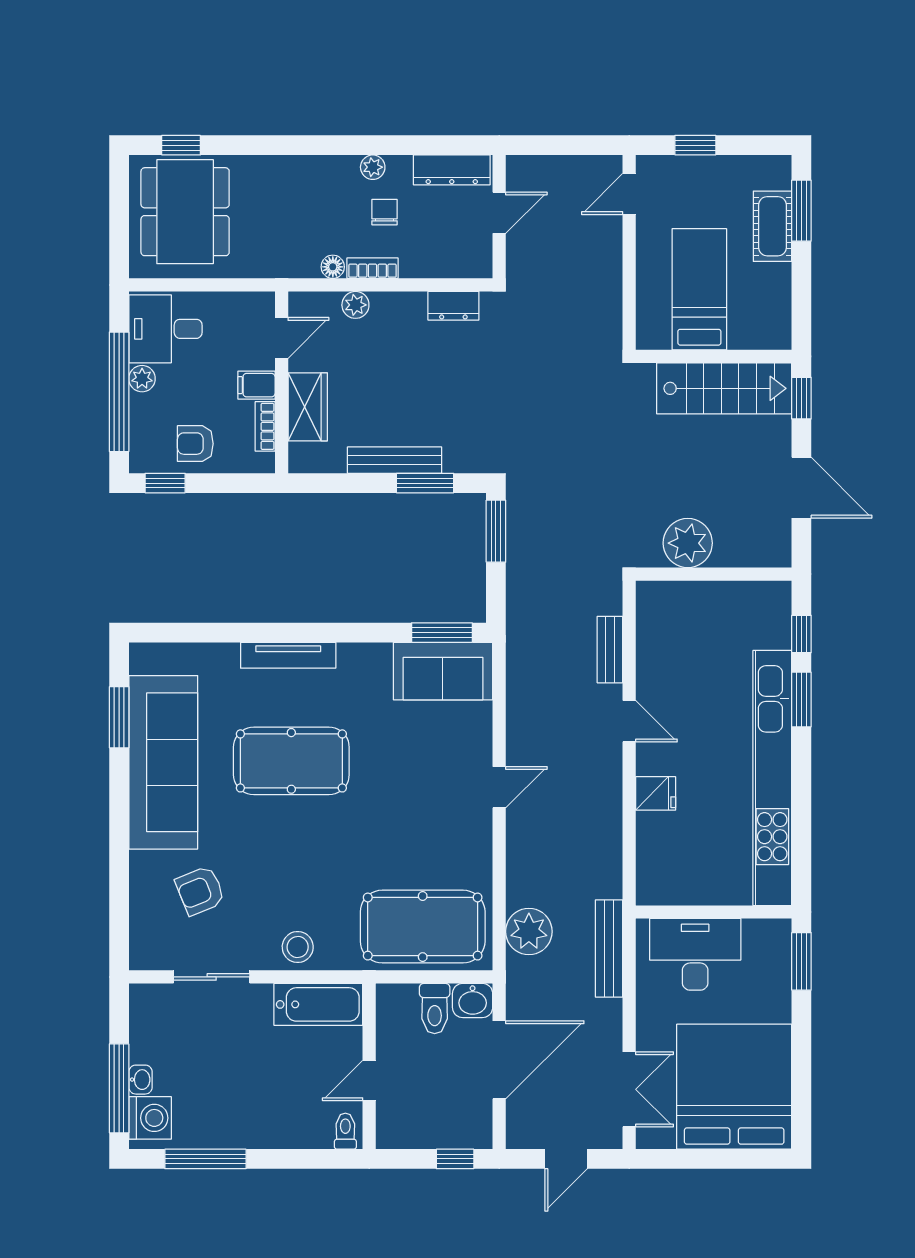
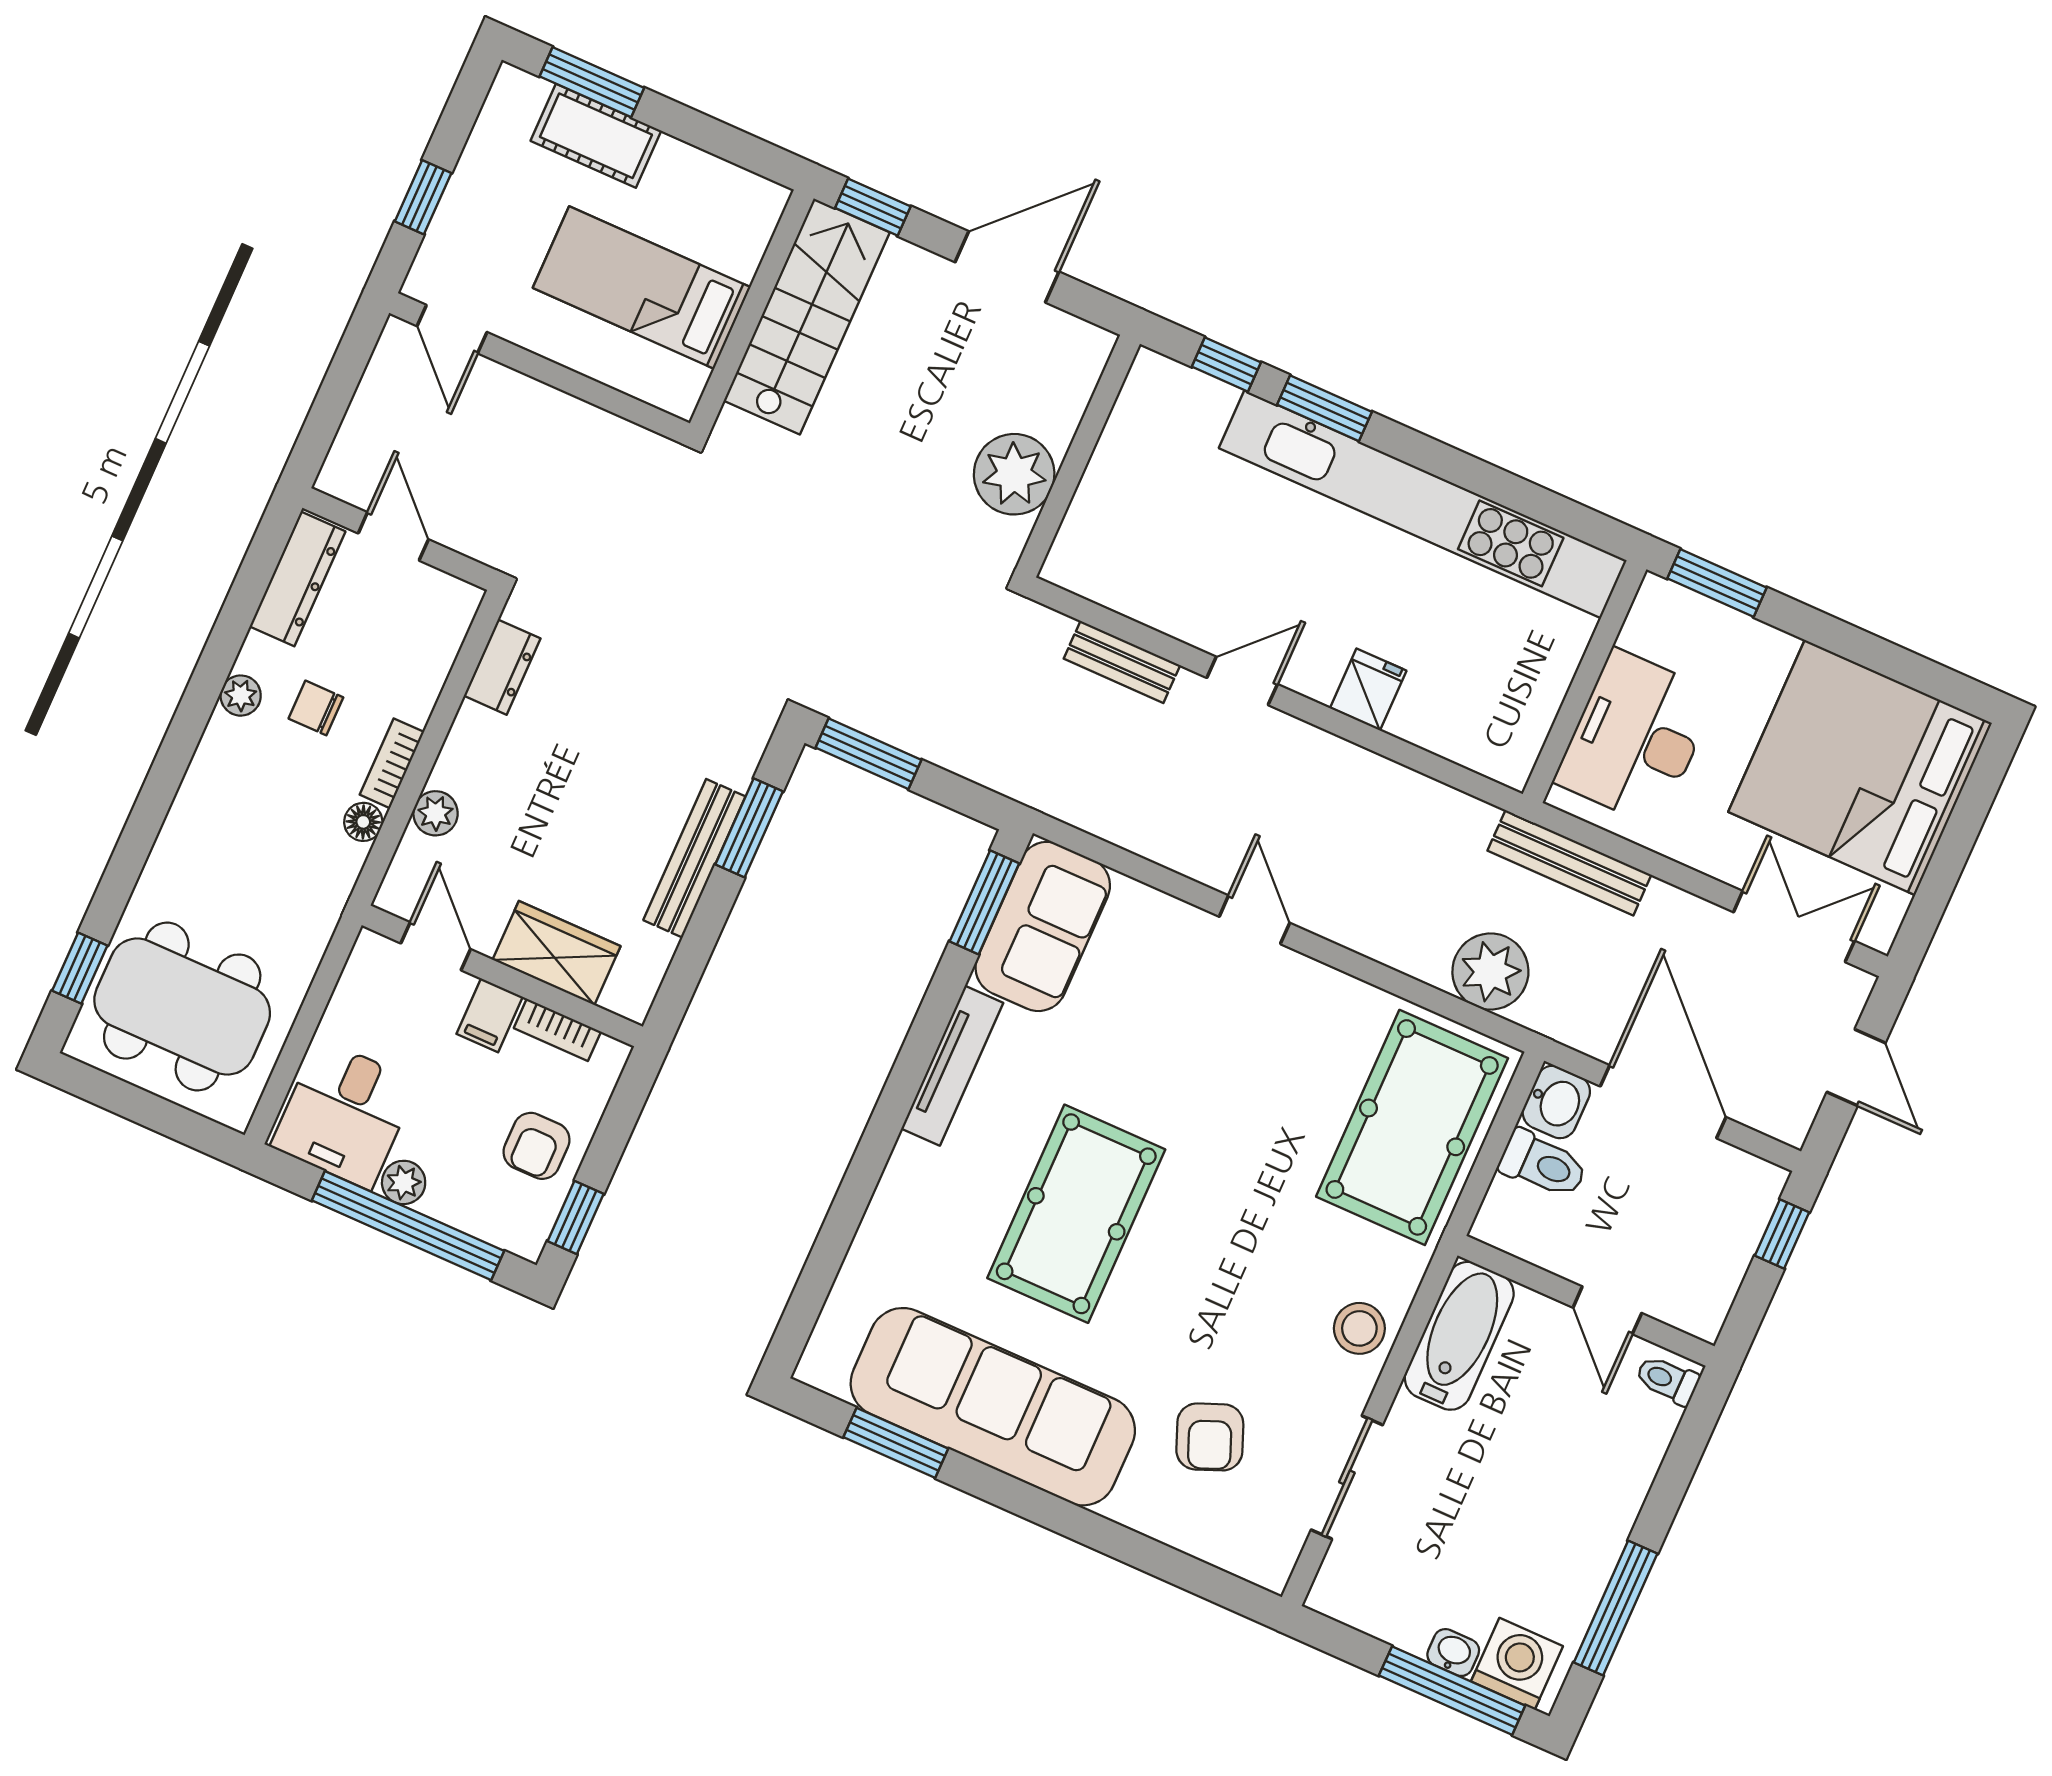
tv unit: (288, 655) -> (952, 1066), moved

